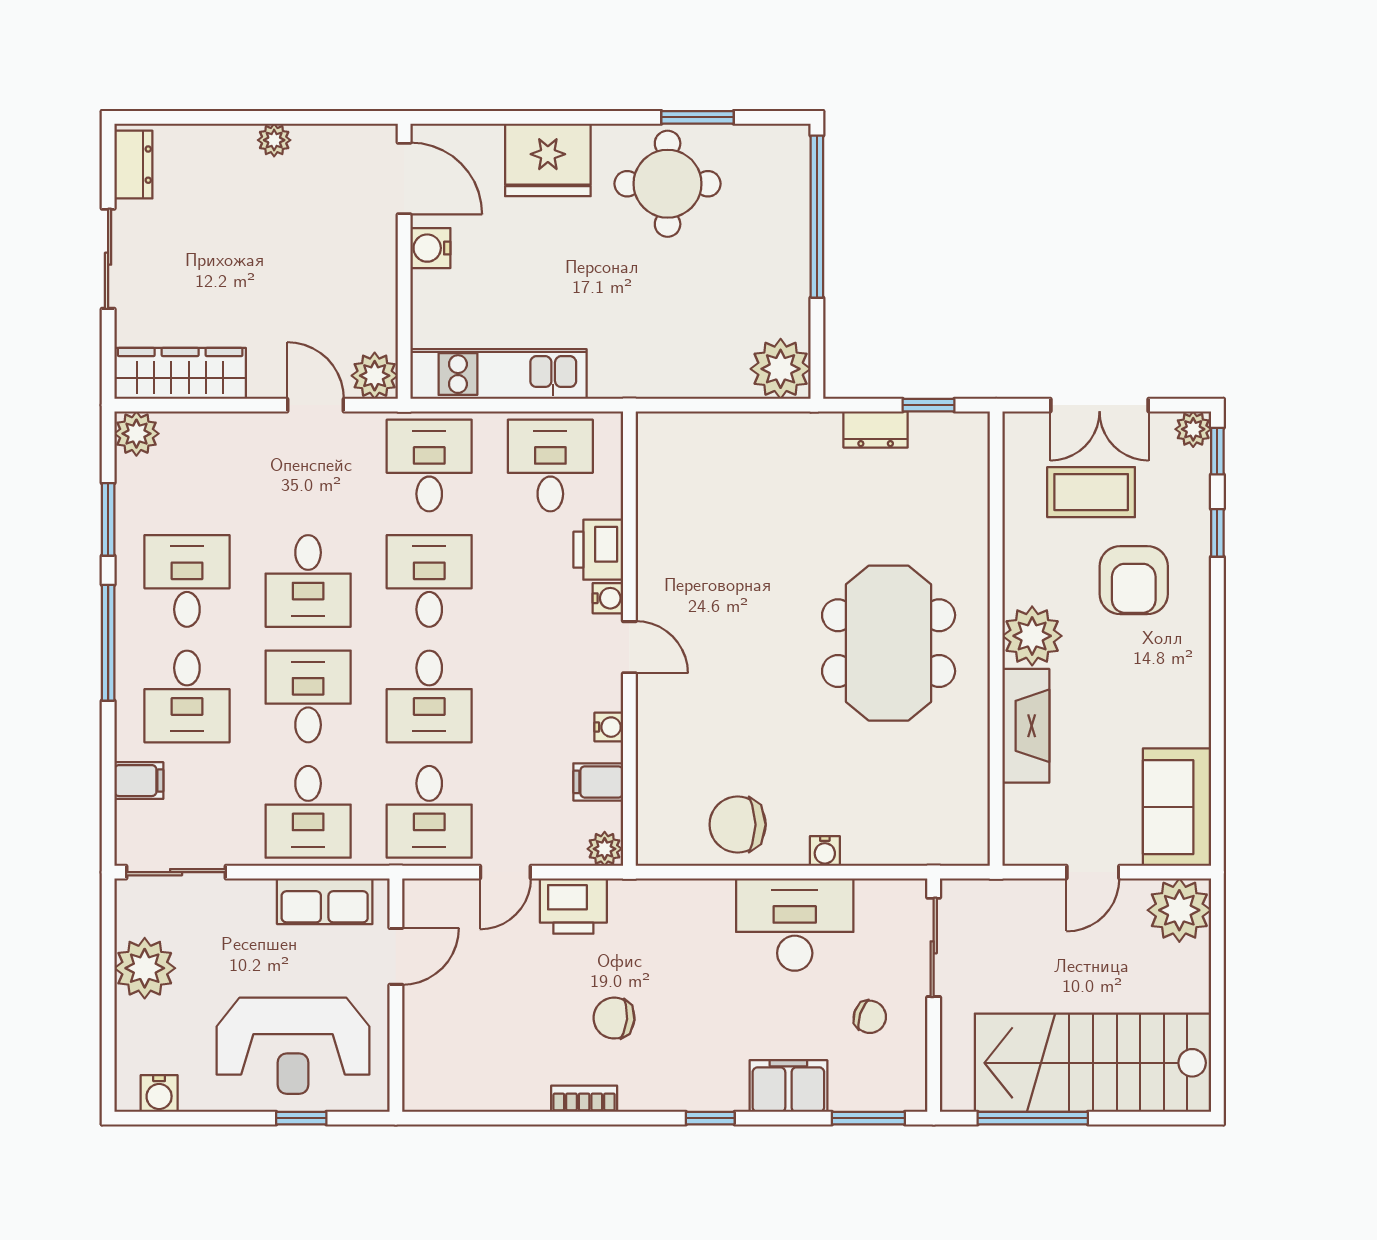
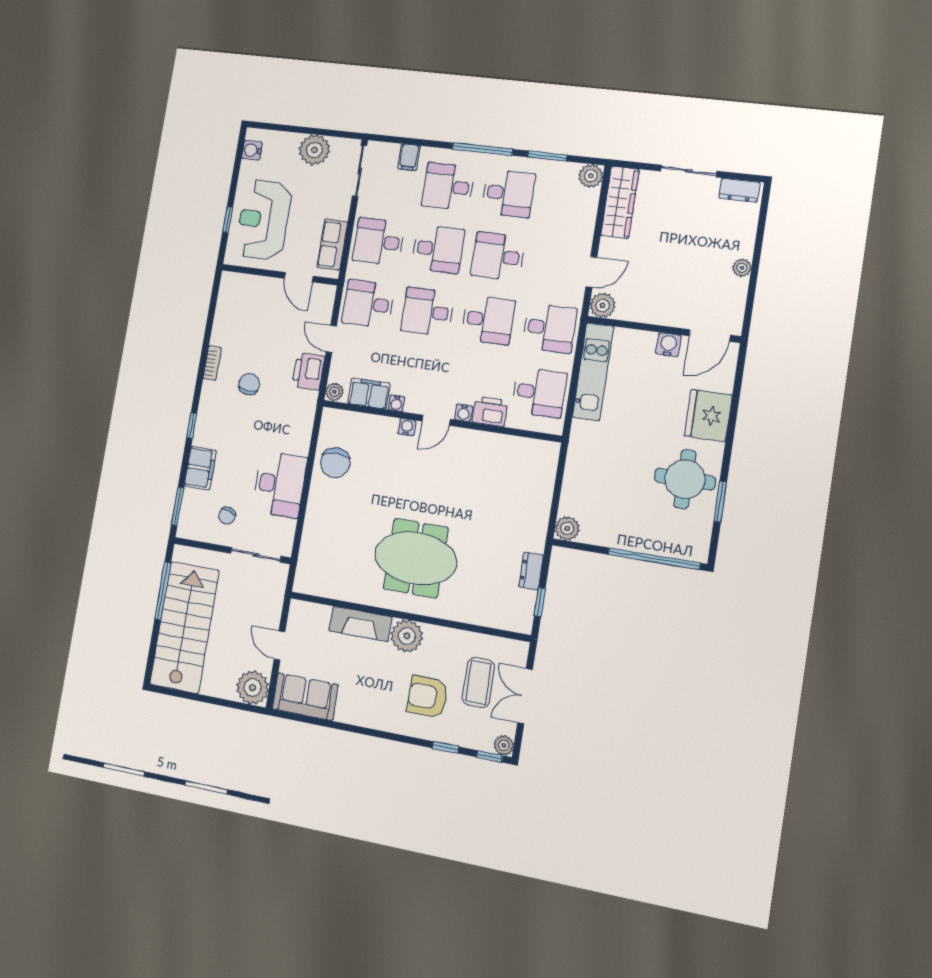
plant: (781, 369) -> (567, 528), width x0.73, depth x0.73
filing cabinet: (598, 782) -> (369, 394), width x2.00
chair: (738, 825) -> (335, 463), turned 180
water cooler: (825, 851) -> (407, 427), moved, turned 90

